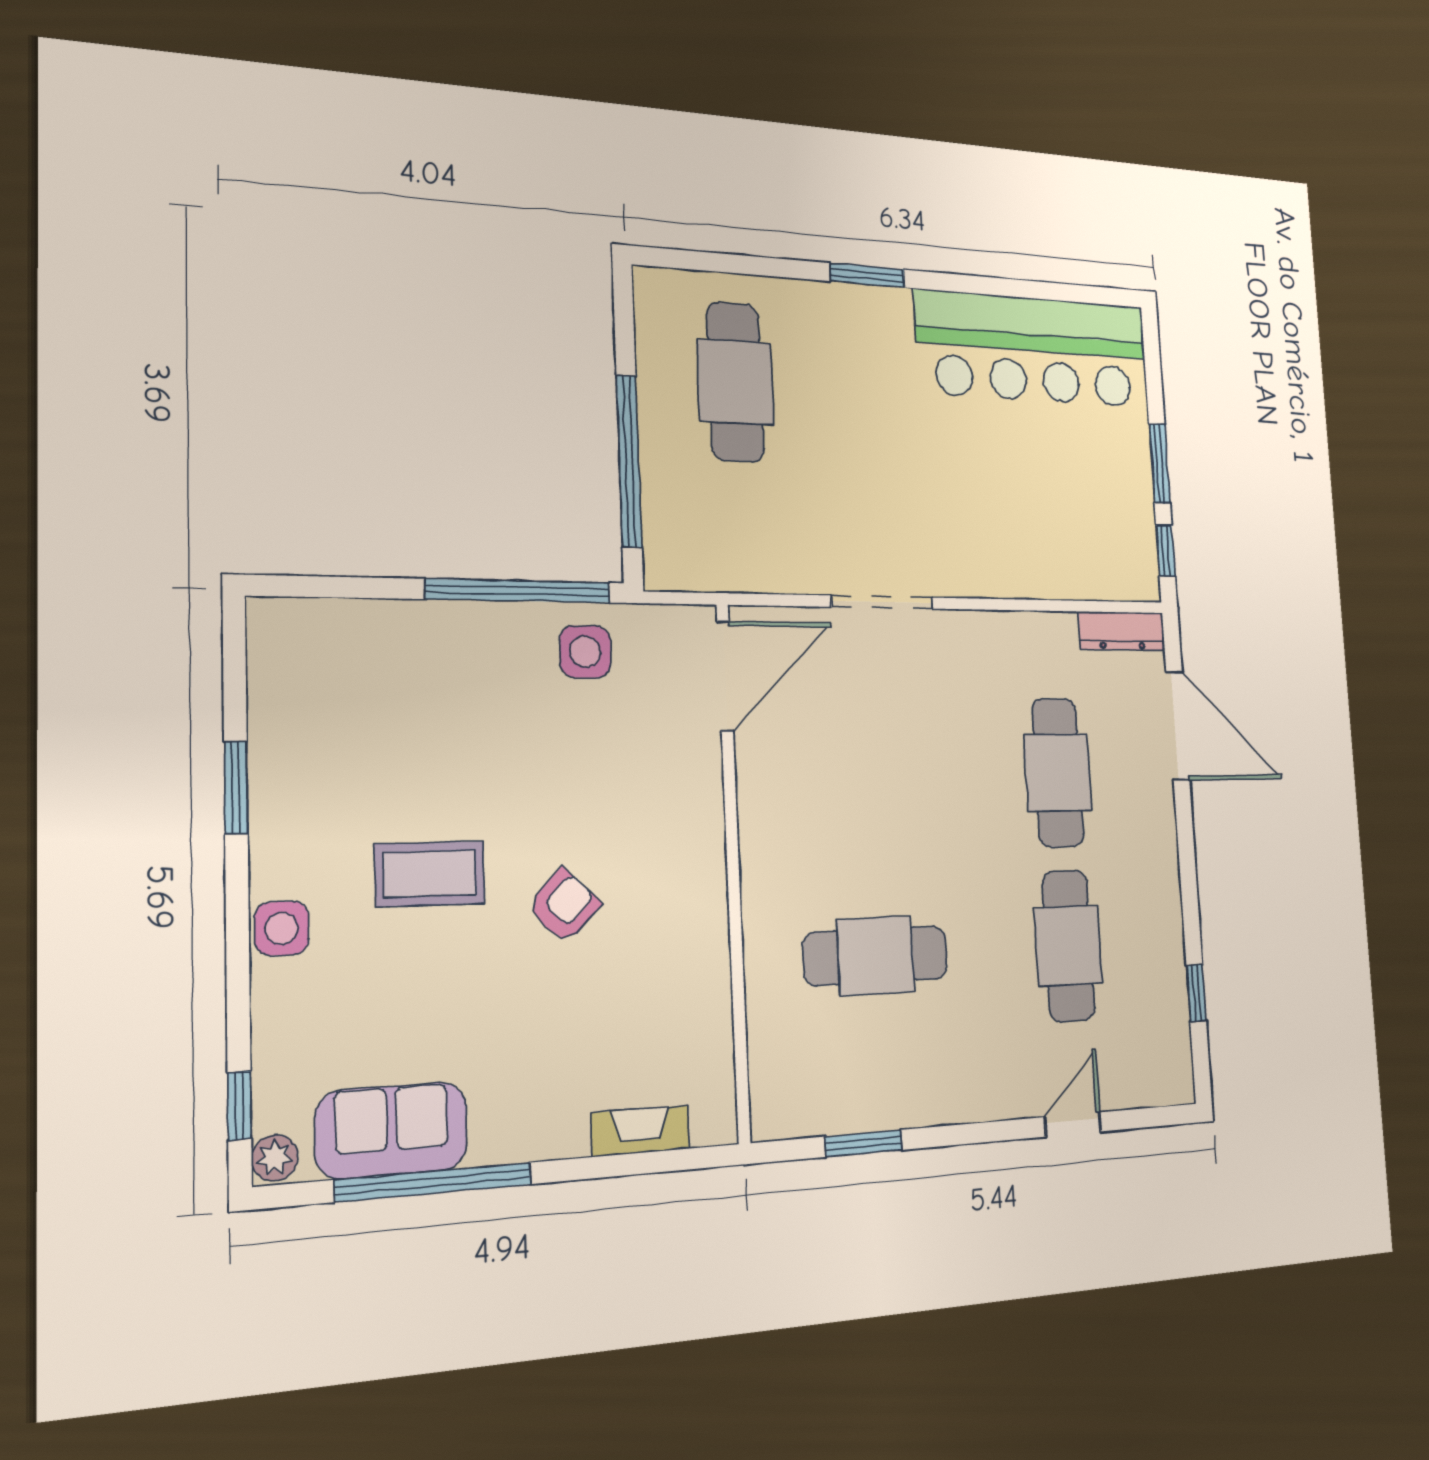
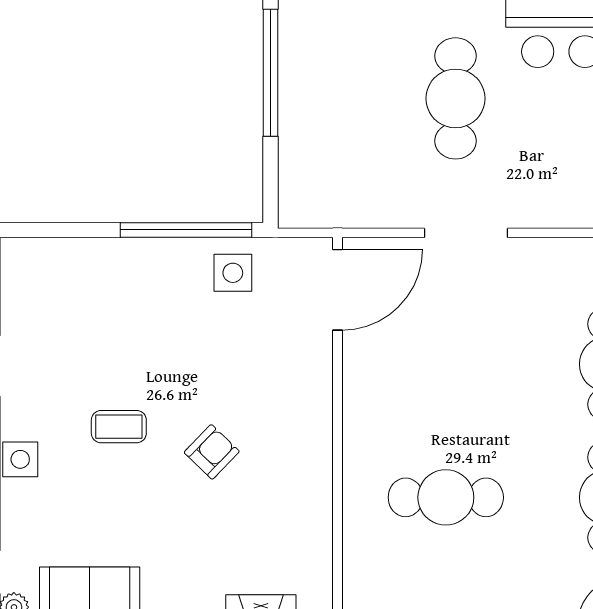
cafe table: (735, 382) -> (456, 98), moved
window: (629, 461) -> (270, 73), moved
coffee table: (430, 874) -> (119, 427), width x0.73, depth x0.77

